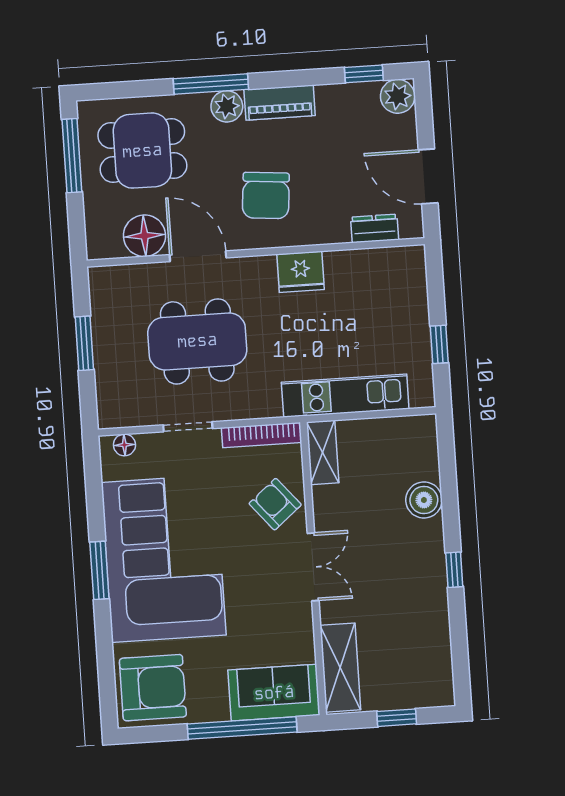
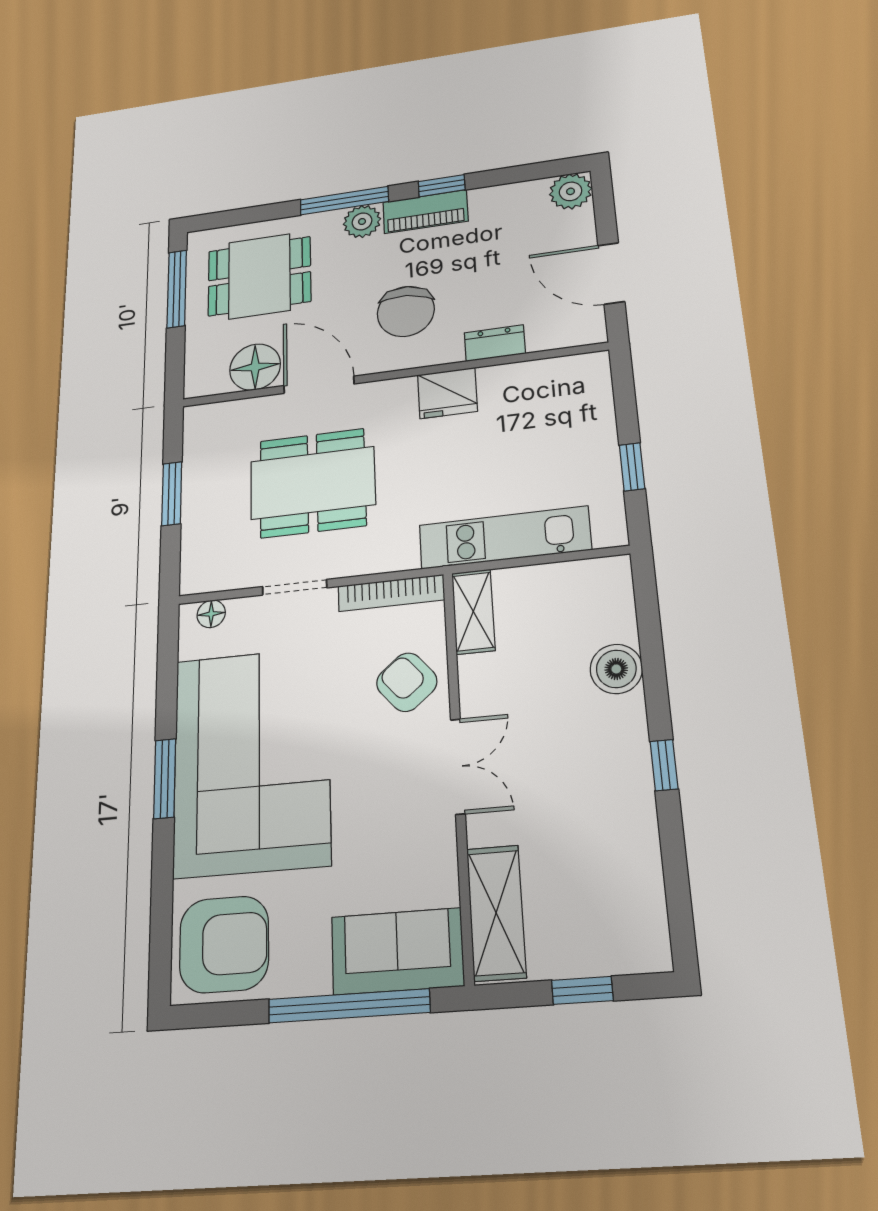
window: (364, 74) -> (442, 186), moved
dresser: (375, 228) -> (495, 343), moved

